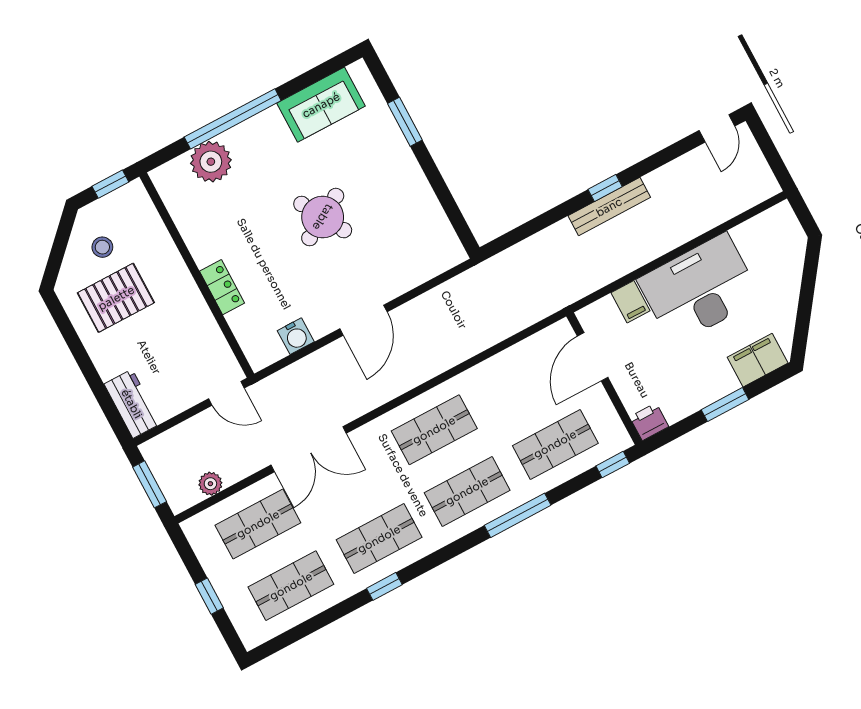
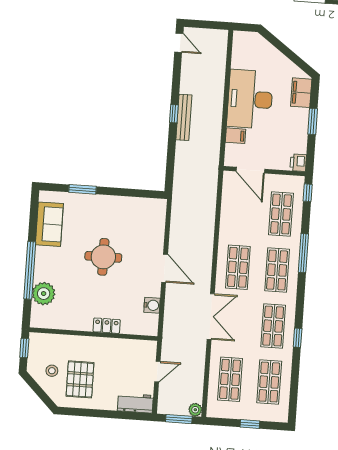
round table: (323, 217) -> (103, 257), turned 30
door: (226, 393) -> (157, 372), moved
double door: (309, 449) -> (211, 316), moved
plant: (210, 484) -> (195, 410), moved

